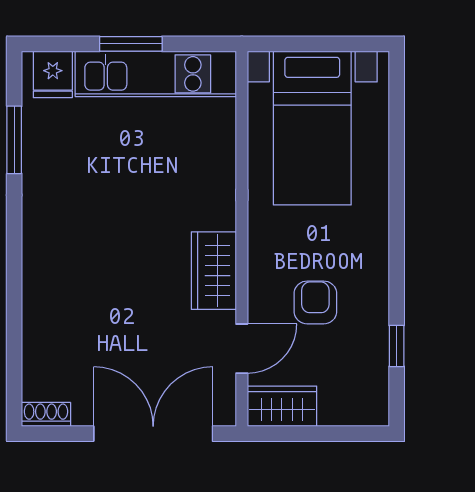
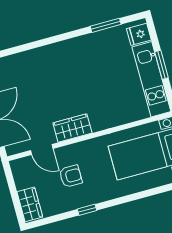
window: (397, 346) -> (87, 210), moved
wardrobe: (282, 406) -> (30, 204), moved

